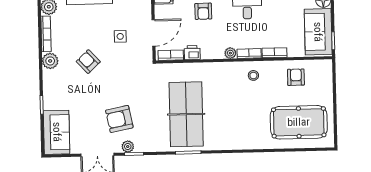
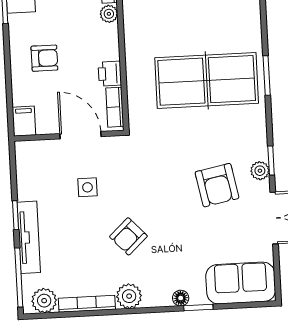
floor lamp: (48, 94) -> (181, 298), added

